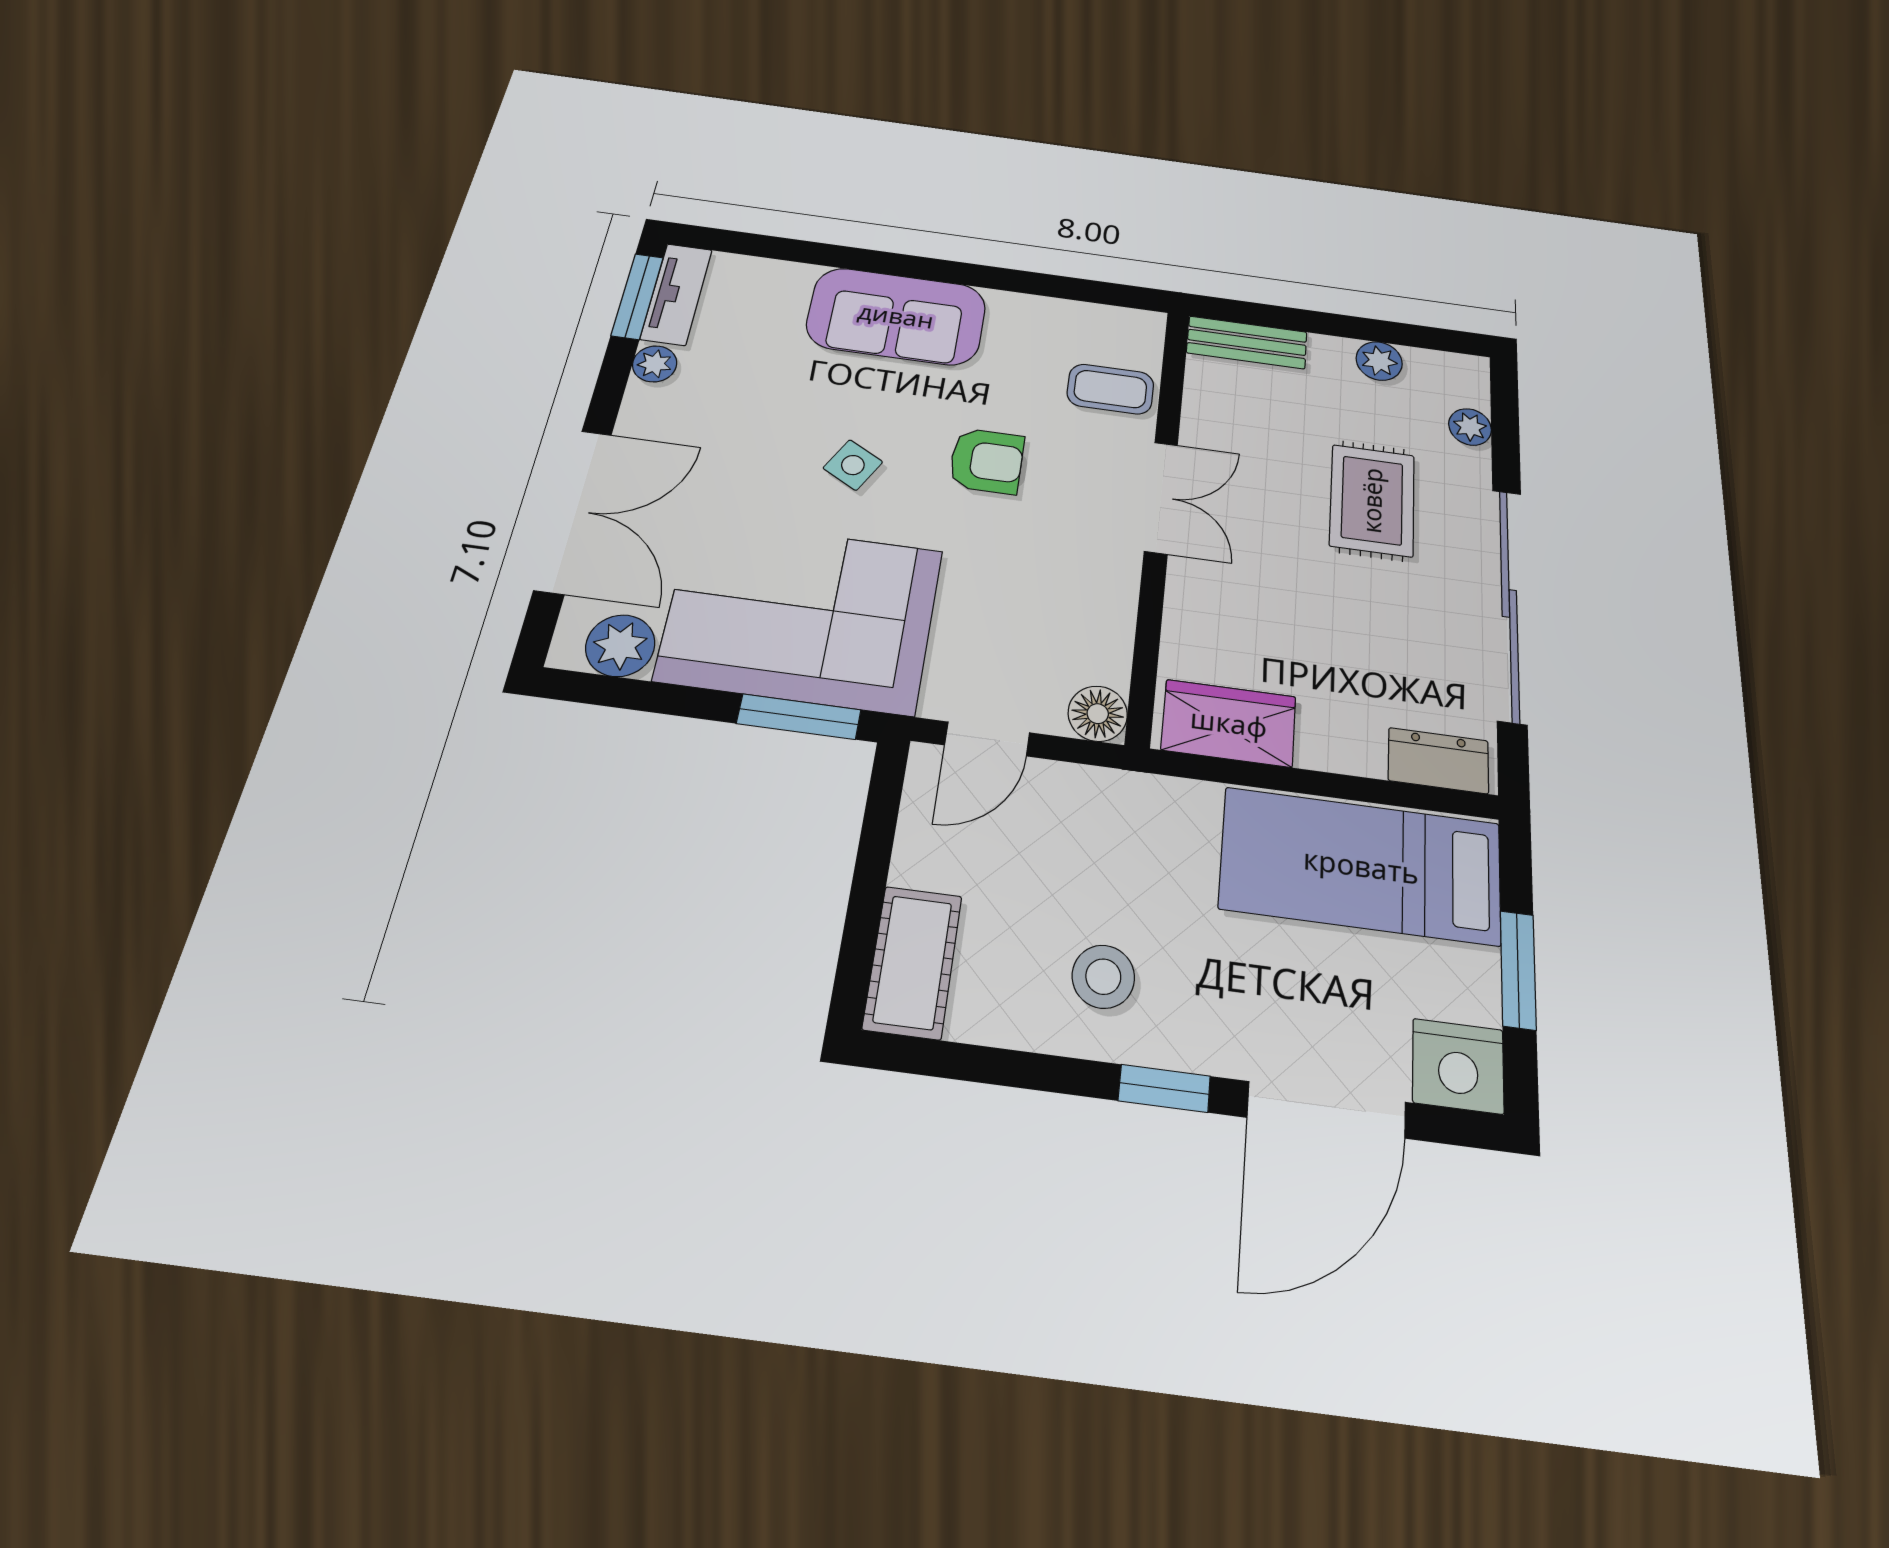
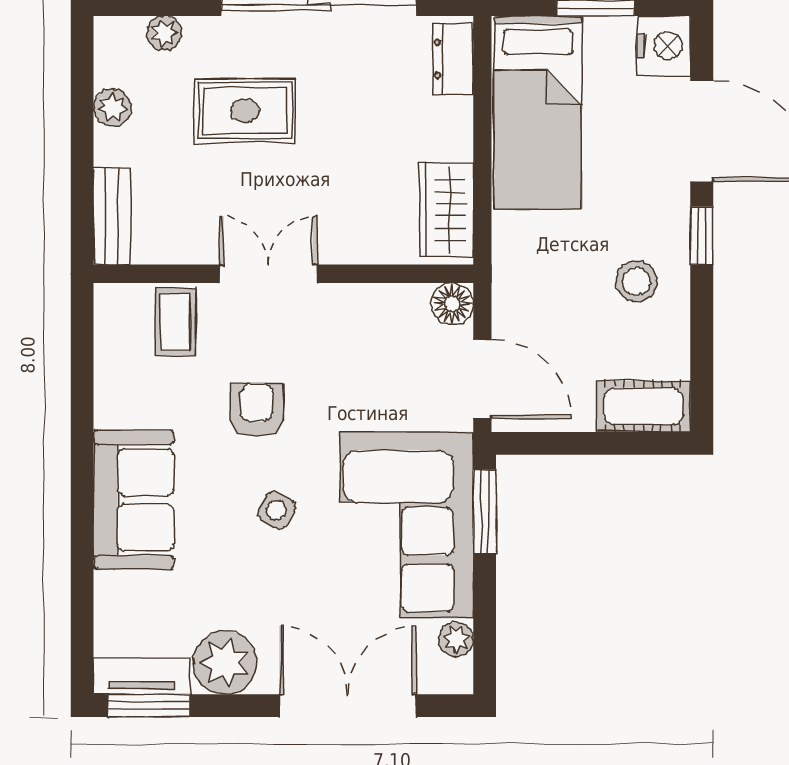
plant: (655, 364) -> (225, 663), width x1.88, depth x1.88
plant: (620, 646) -> (456, 639), width x0.73, depth x0.73
door: (987, 739) -> (482, 379), width x1.38

